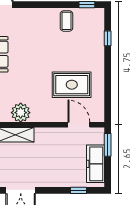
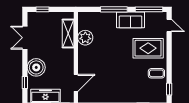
rug: (72, 85) -> (148, 48), moved, turned 90
boiler: (59, 176) -> (36, 67), added

